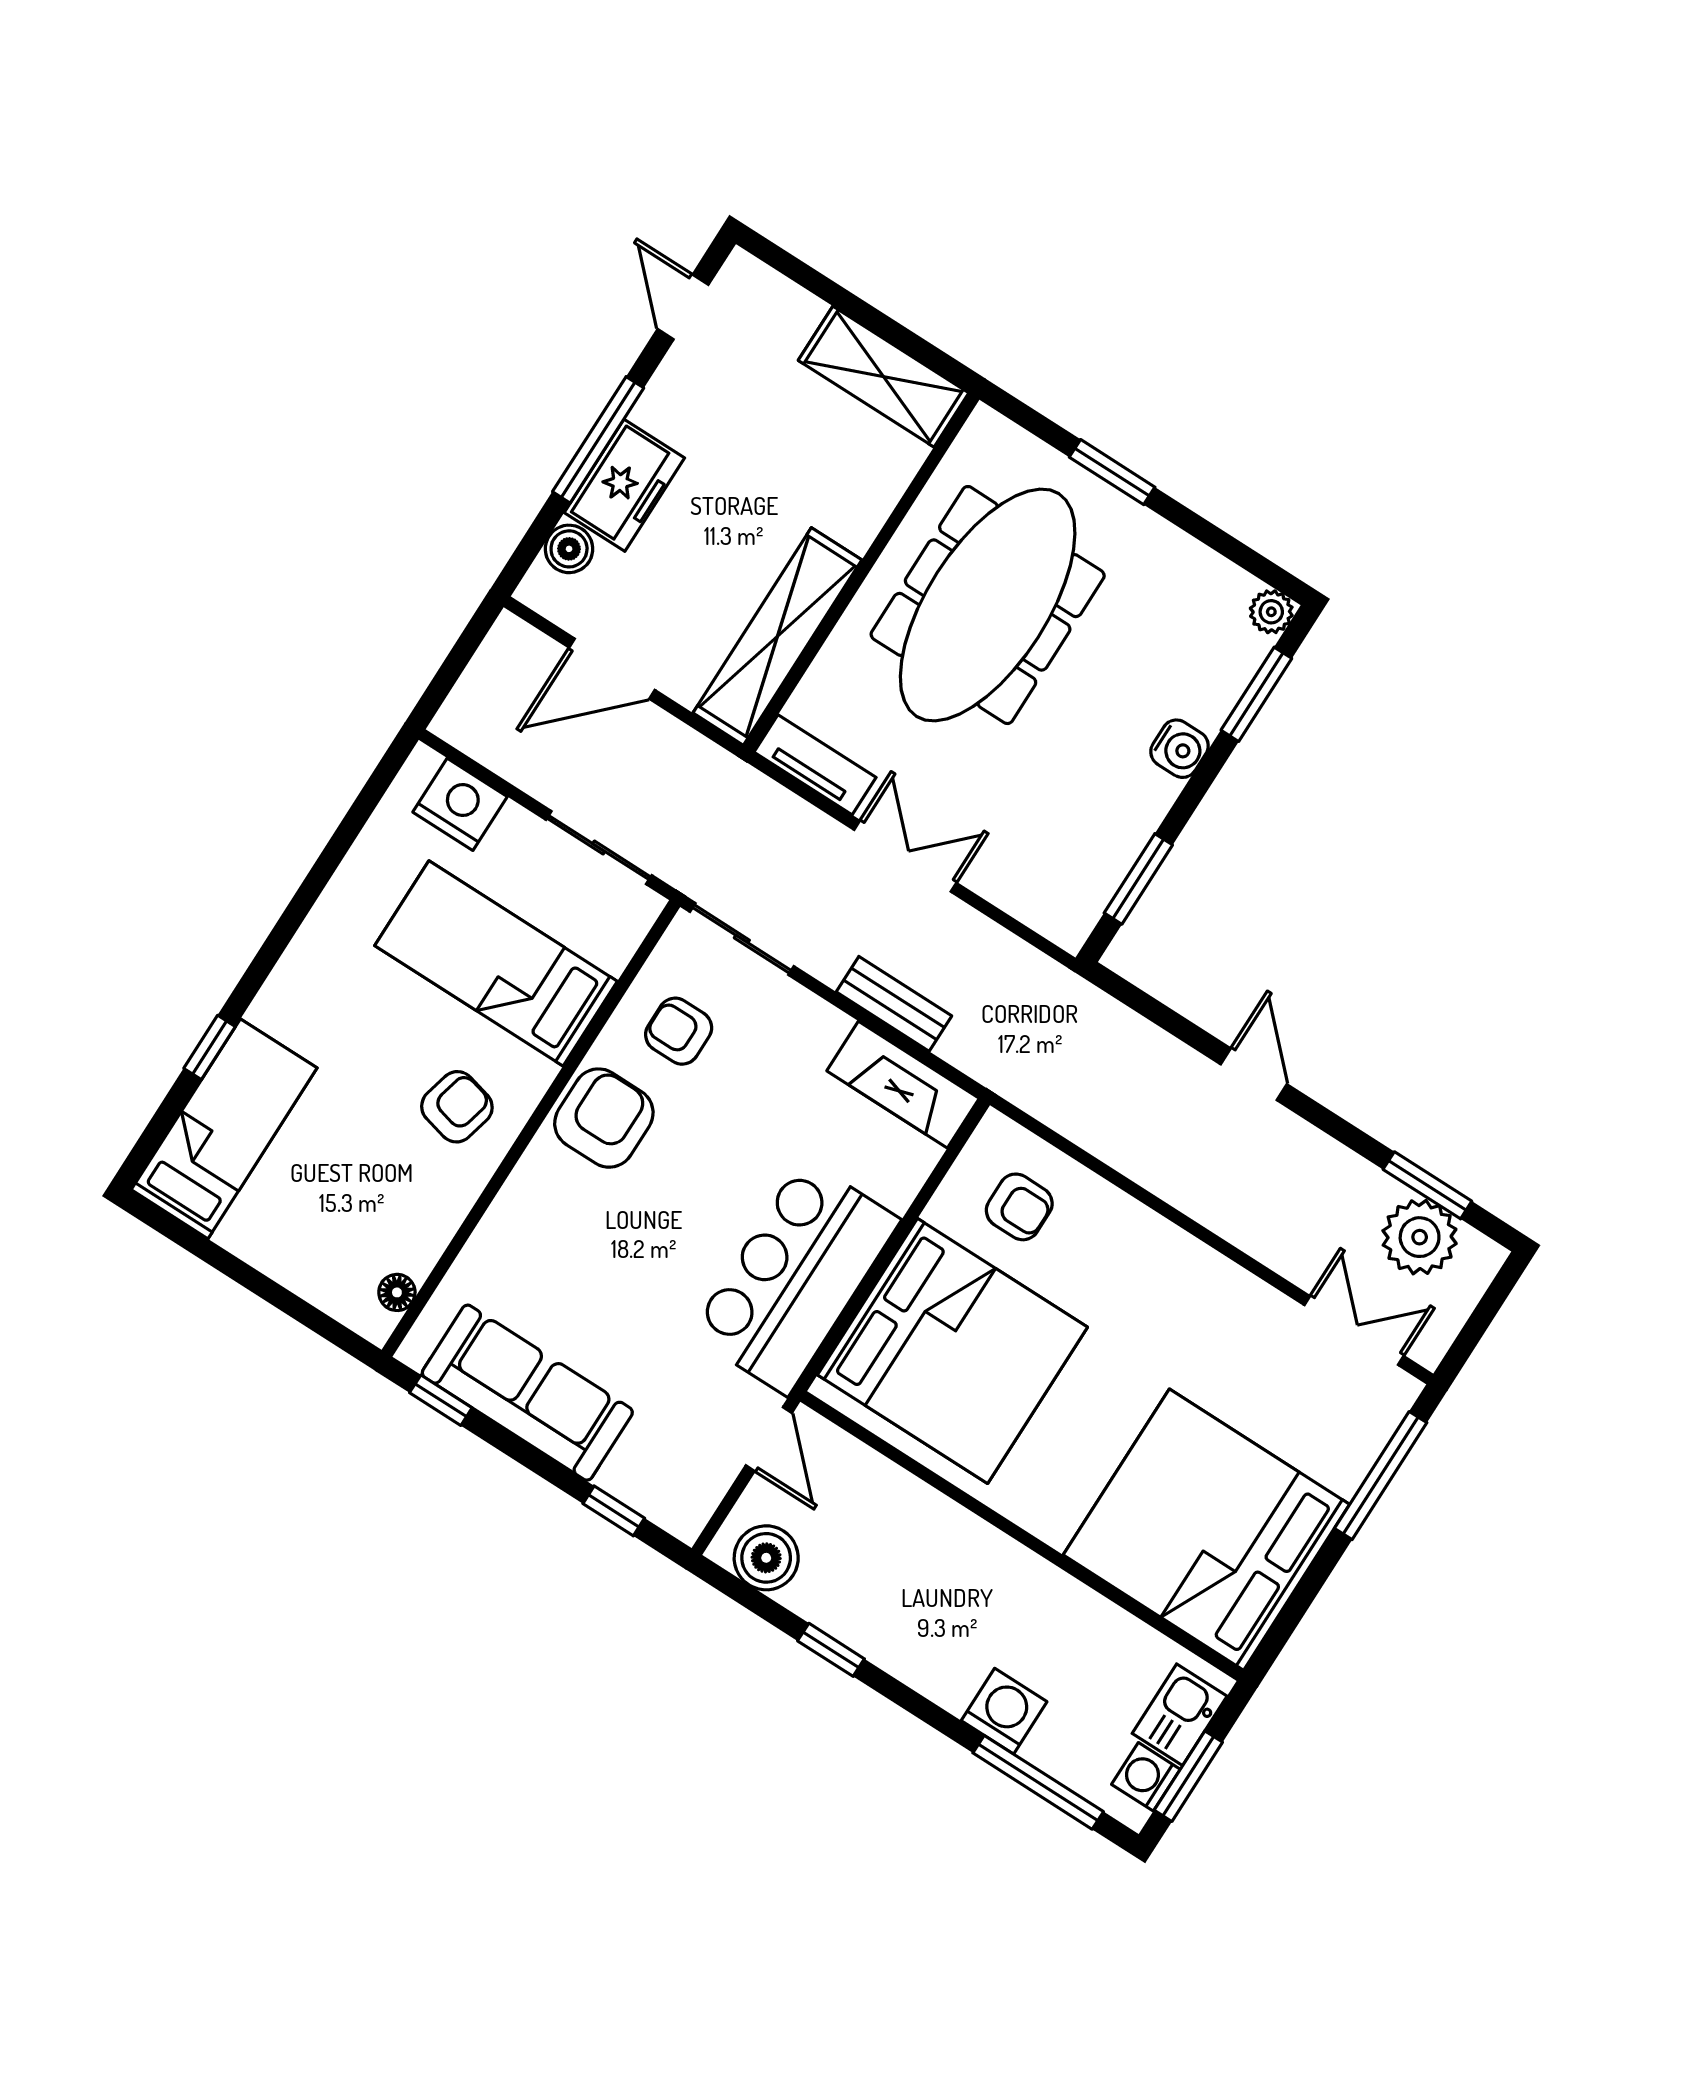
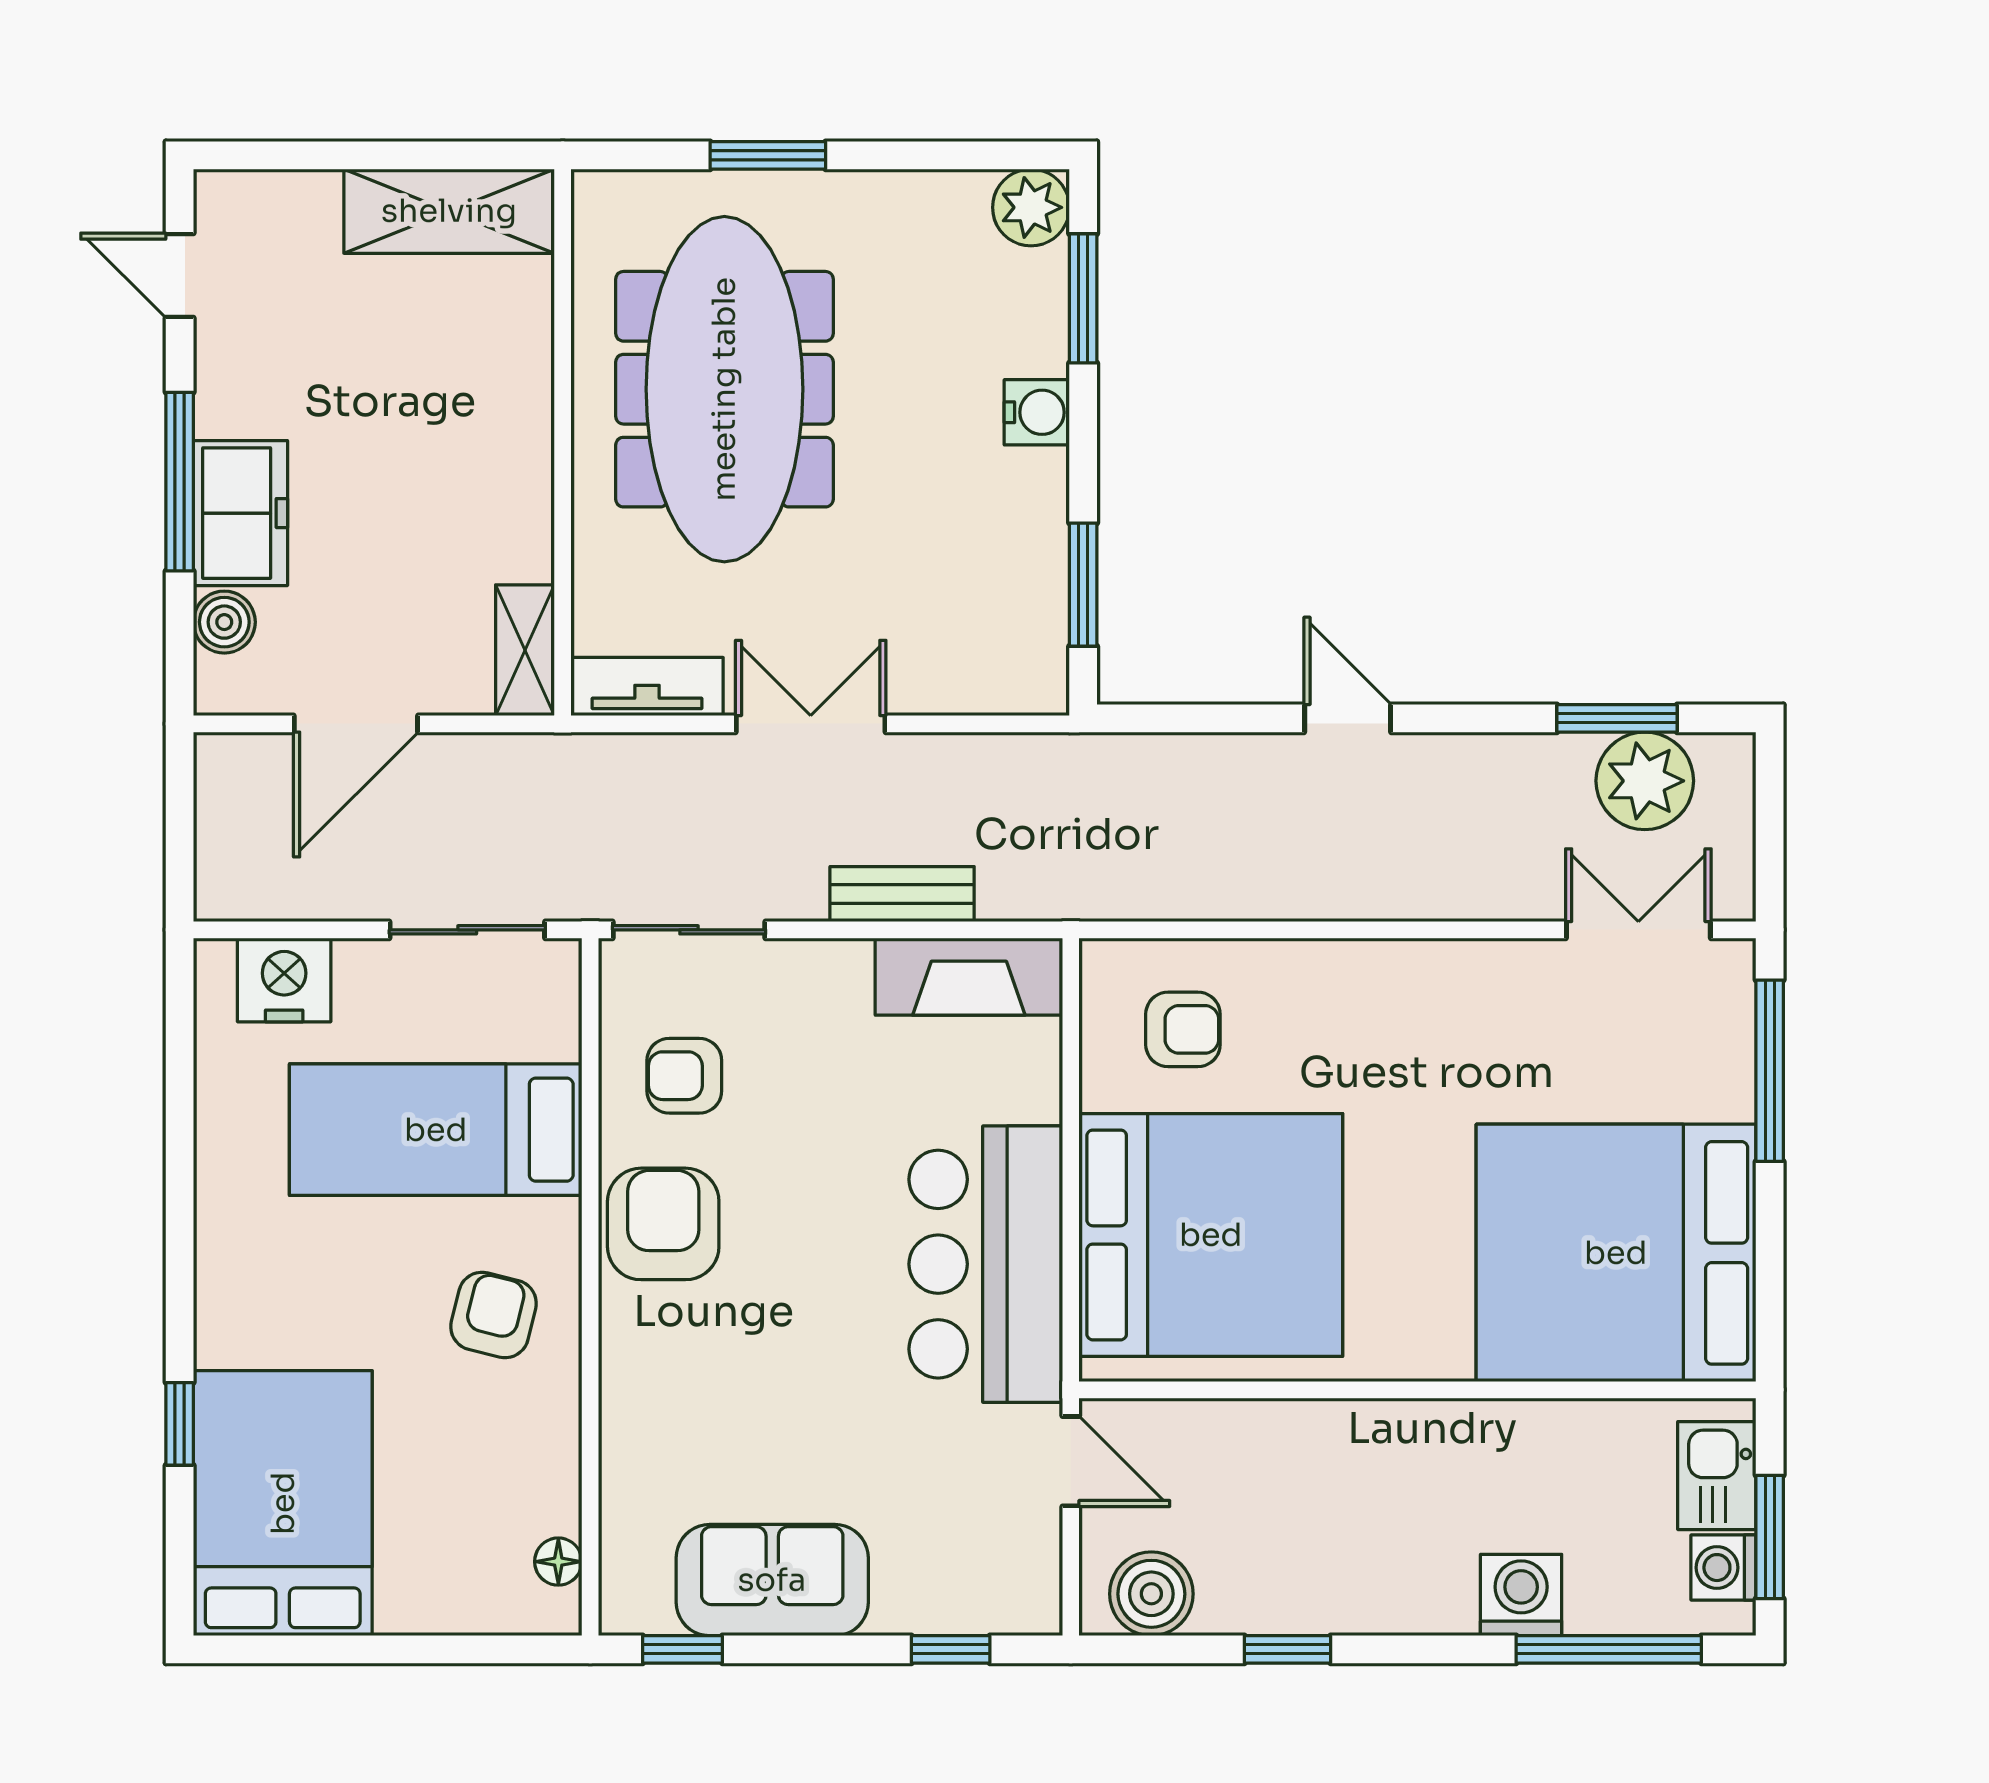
plant: (1271, 612) -> (1031, 207), width x1.38, depth x1.38
shelving: (777, 636) -> (525, 650), width x0.45, depth x0.75
bed: (224, 1129) -> (283, 1503), width x1.50
sofa: (527, 1393) -> (772, 1580), width x0.73

